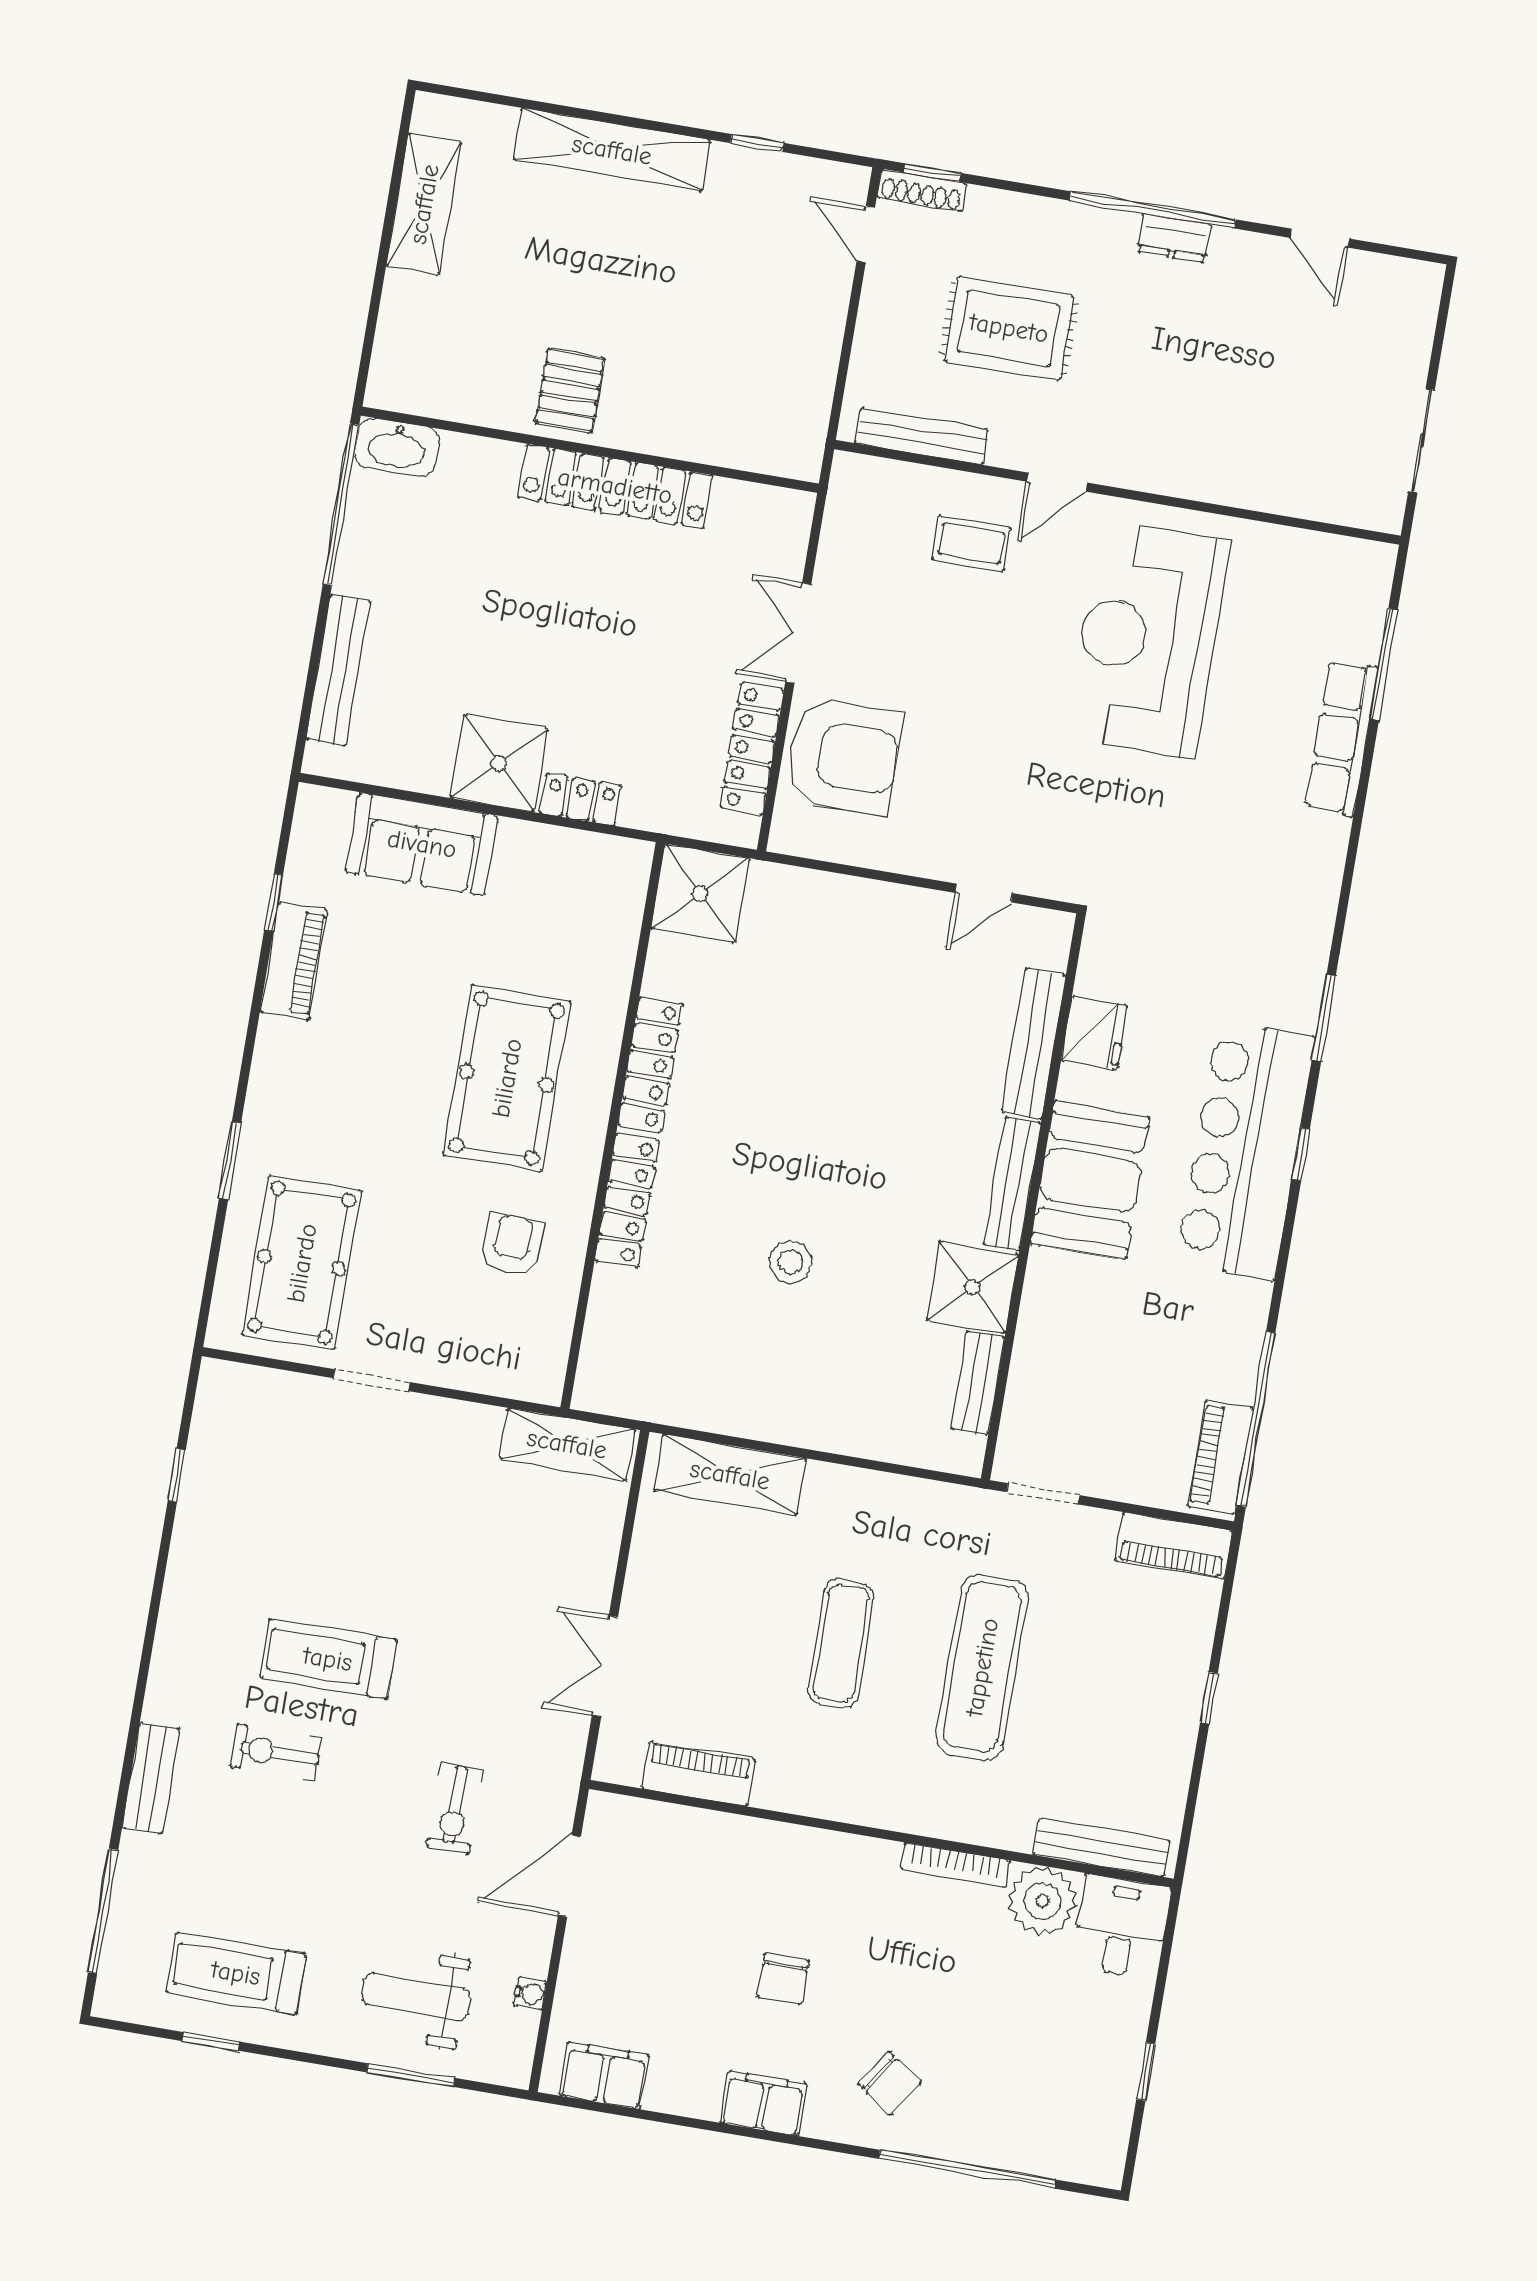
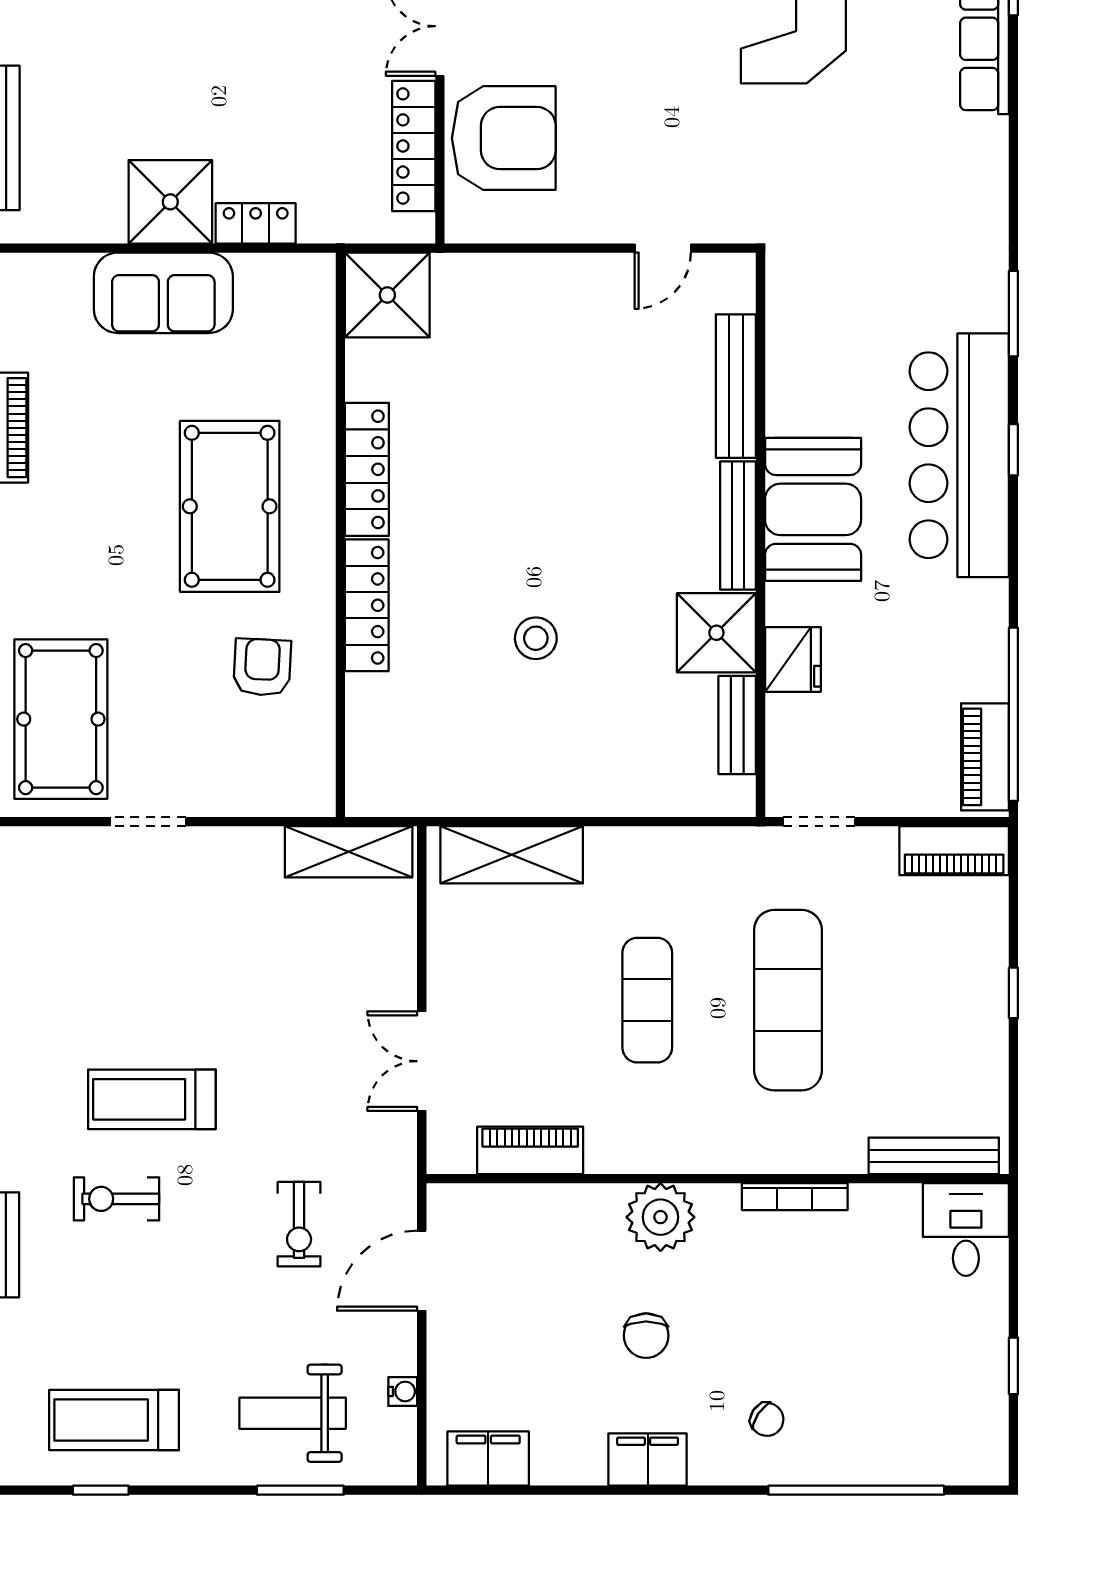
sofa: (422, 844) -> (163, 293), moved
fridge: (1094, 1033) -> (793, 659), moved
plant: (1043, 1901) -> (660, 1217), moved
chair: (890, 2083) -> (767, 1419), width x0.73, depth x0.73

